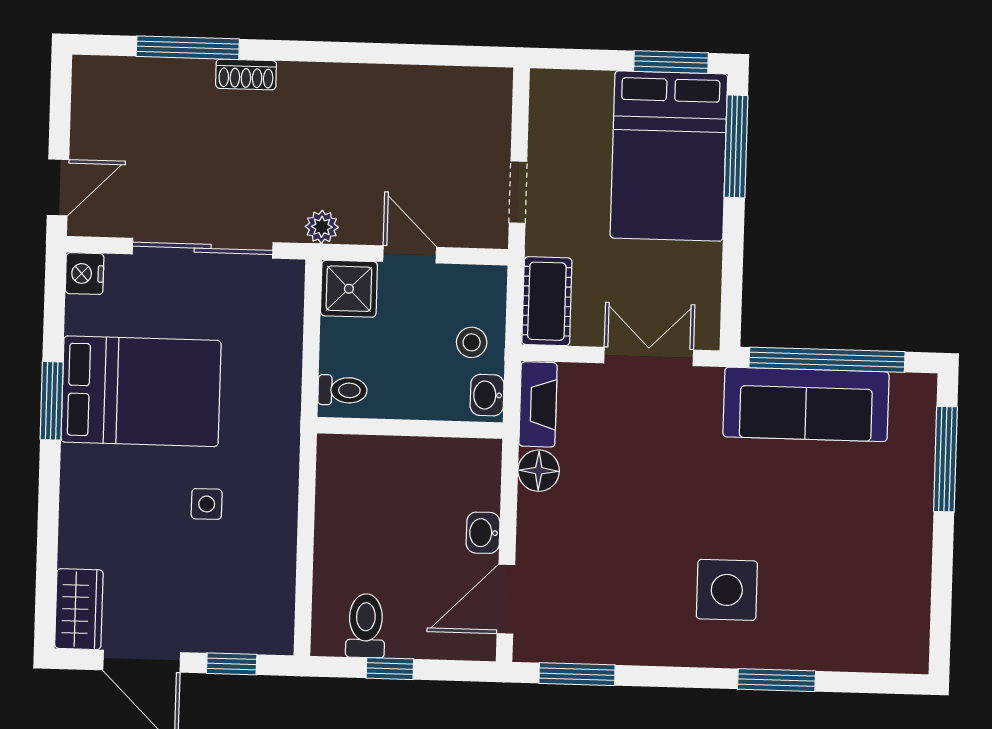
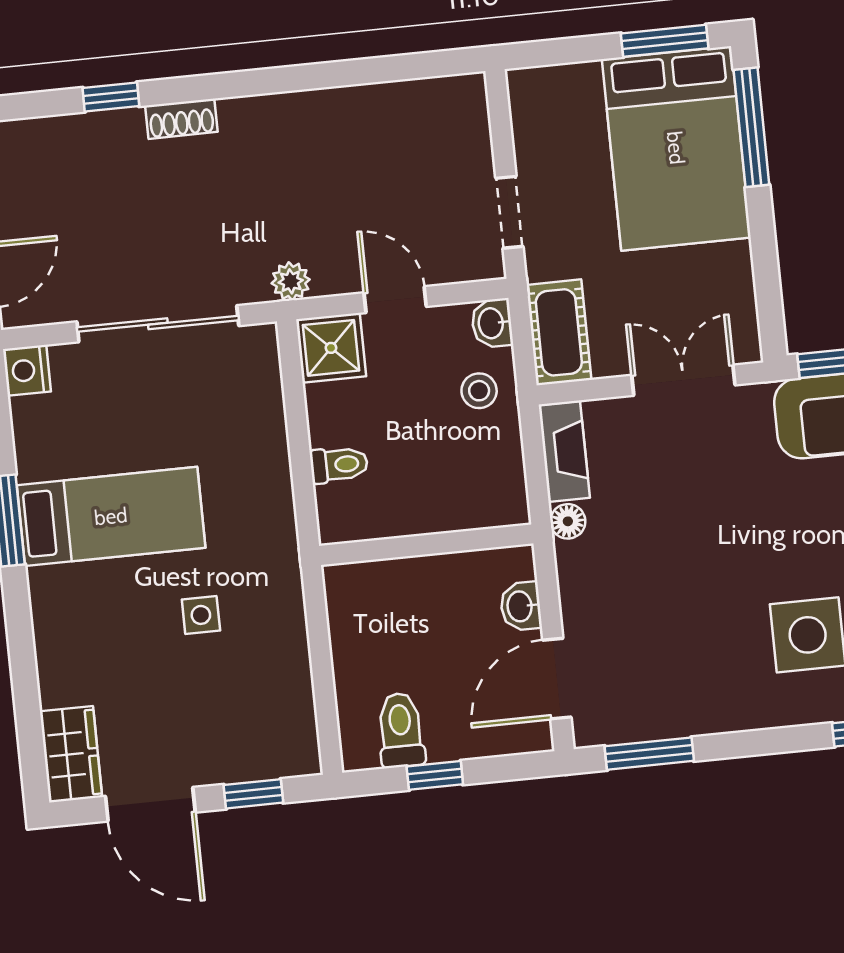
window: (188, 48) -> (111, 97), width x0.46
bed: (141, 391) -> (111, 516), width x0.67
washbasin: (487, 395) -> (492, 323), moved
wall: (410, 428) -> (426, 545), moved
floor lamp: (539, 471) -> (568, 521), width x0.73, depth x0.73

